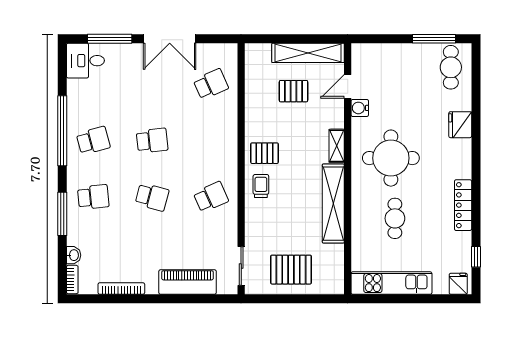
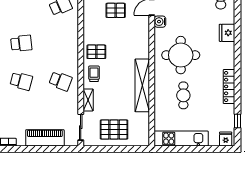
shelving: (337, 146) -> (88, 100), moved
school desk: (211, 197) -> (61, 81), turned 45

